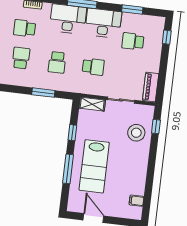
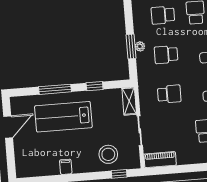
school desk: (21, 58) -> (163, 15), turned 180
school desk: (93, 67) -> (169, 94), turned -90
plant: (45, 84) -> (140, 46), added
filing cabinet: (136, 201) -> (66, 167), moved

